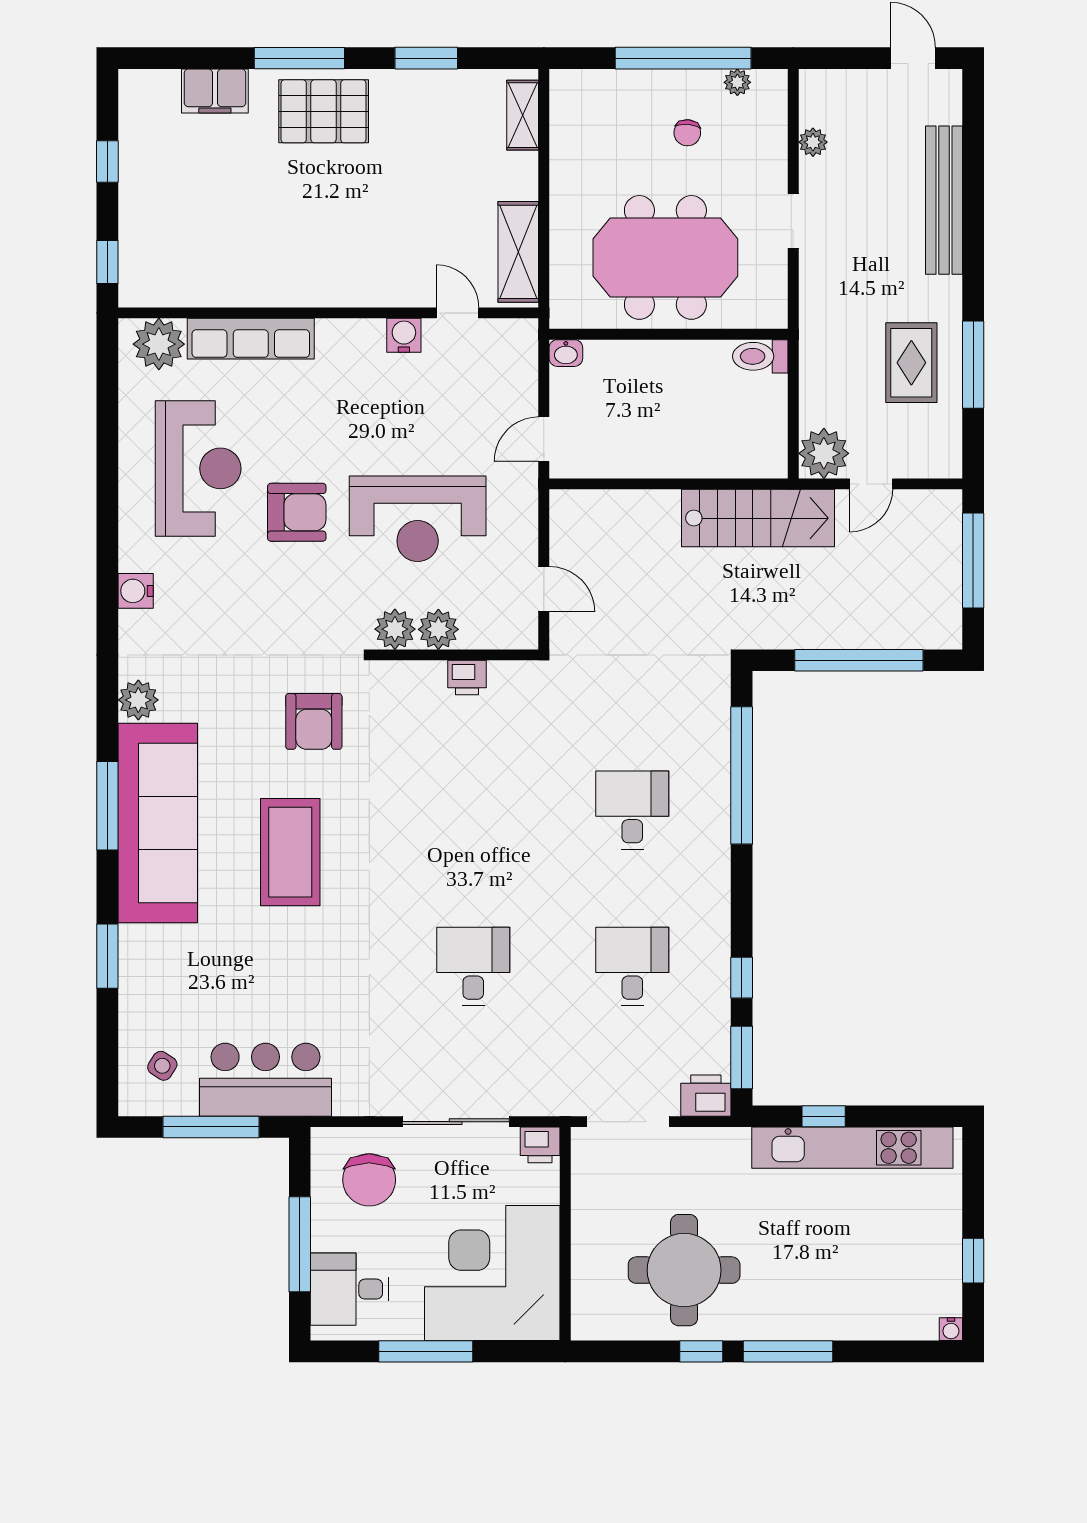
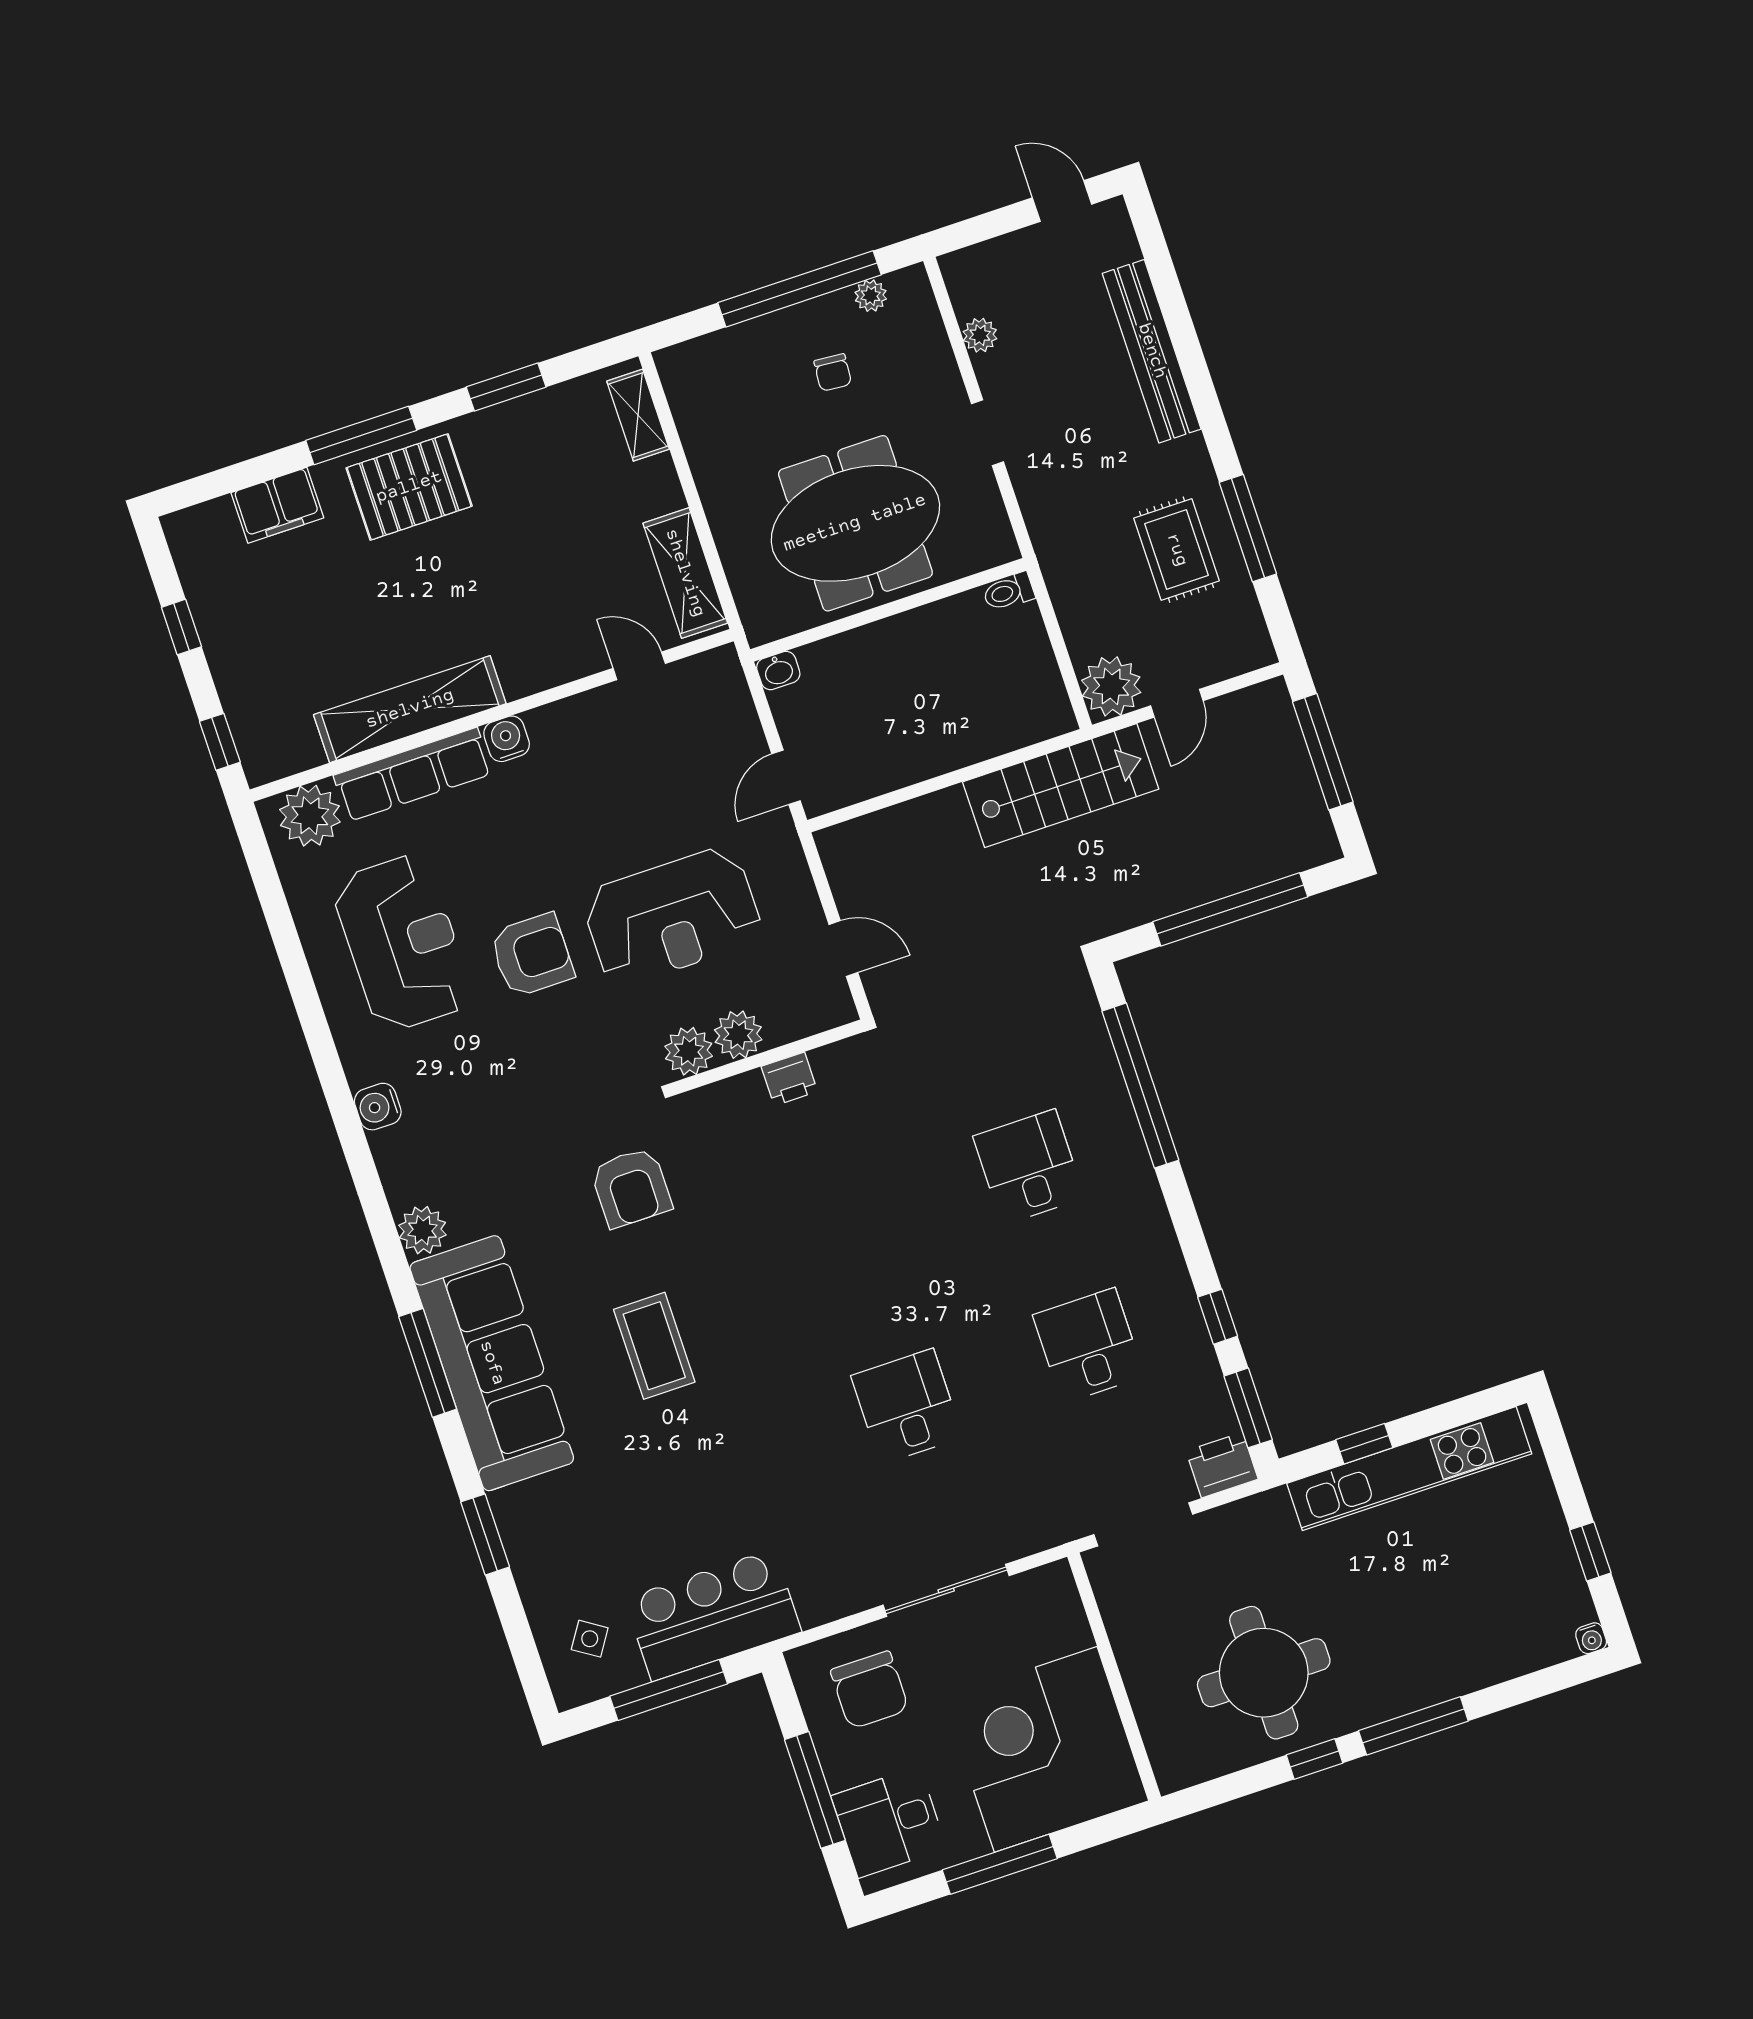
shelving: (266, 286) -> (410, 709), added
water cooler: (404, 335) -> (507, 739), moved
toilet: (760, 356) -> (1009, 592), width x0.73, depth x0.72
coffee table: (290, 852) -> (654, 1346), width x0.73, depth x0.76
printer: (540, 1145) -> (1051, 1585), removed

